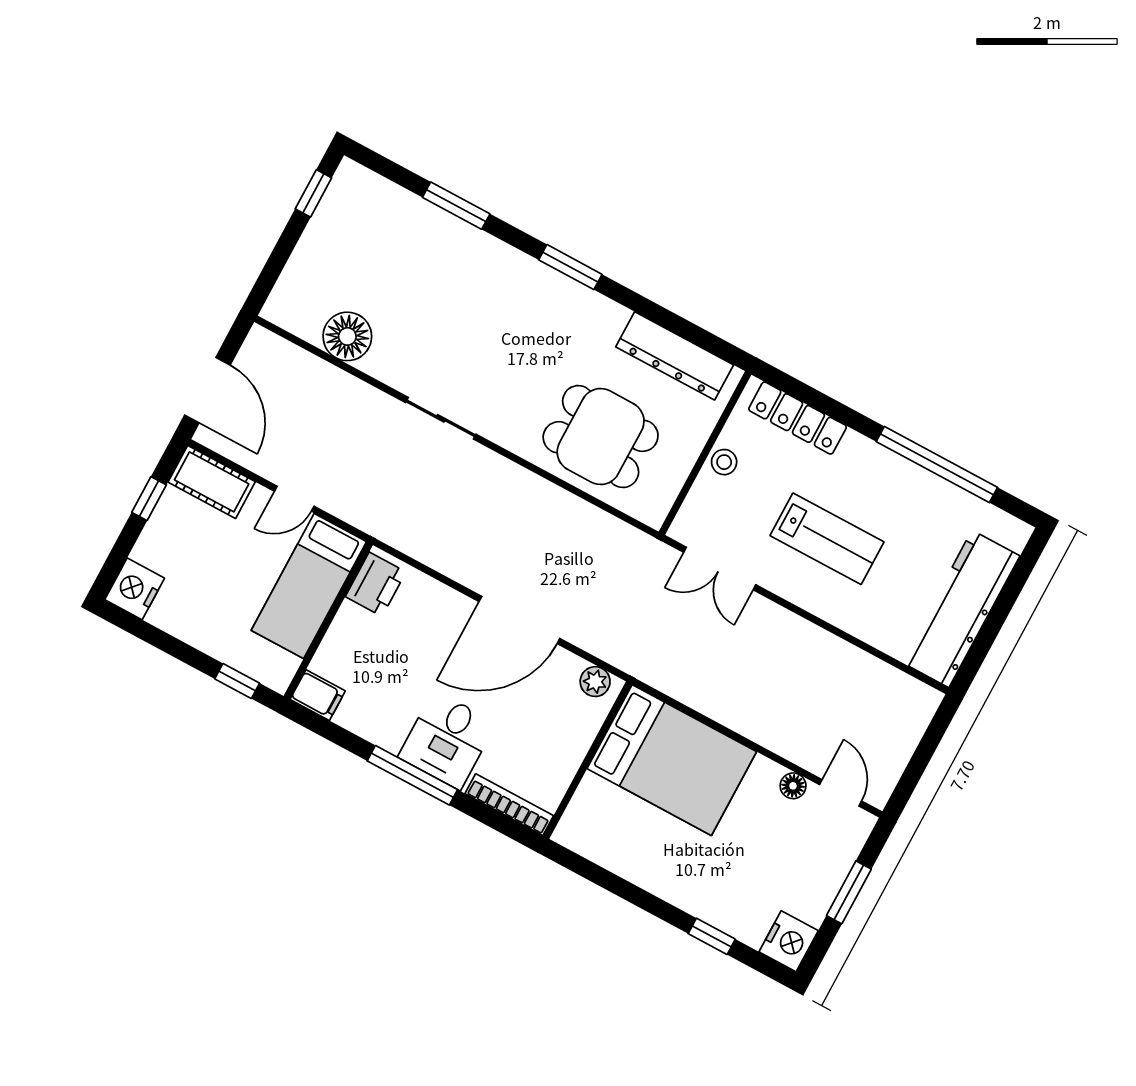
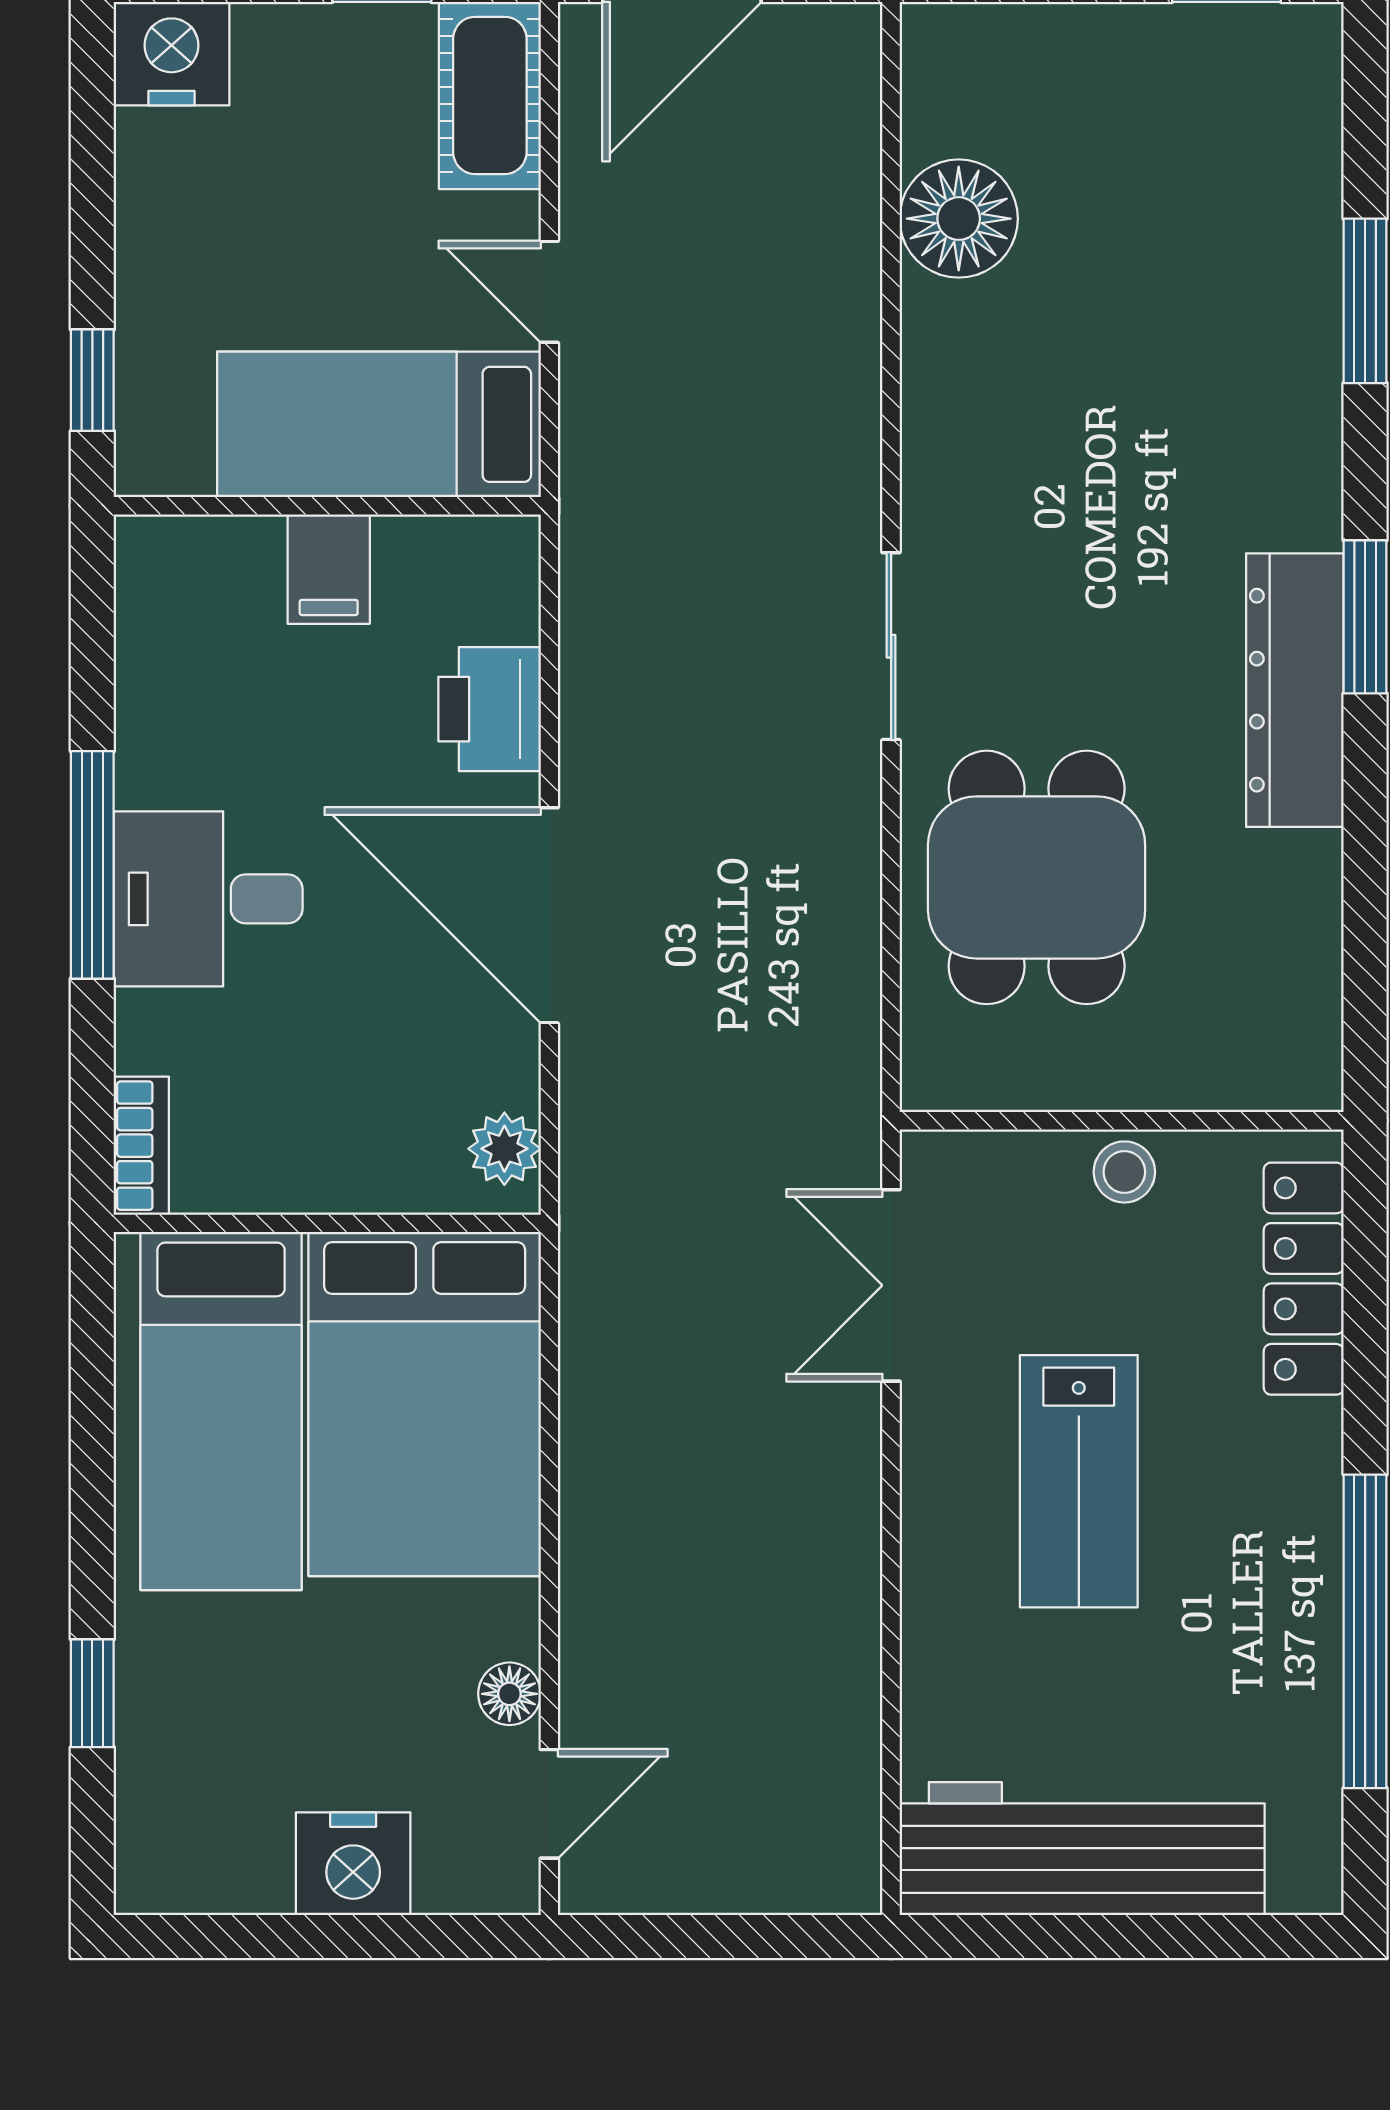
dresser: (675, 356) -> (1295, 690), moved
sliding door: (441, 418) -> (891, 646), moved
printer: (376, 584) -> (490, 709), moved, turned 90
filing cabinet: (318, 695) -> (329, 569), moved
bookcase: (509, 805) -> (141, 1146), width x0.64
bed: (635, 835) -> (221, 1411), added
window: (849, 892) -> (345, 1937), removed
nightstand: (789, 941) -> (353, 1864), moved

